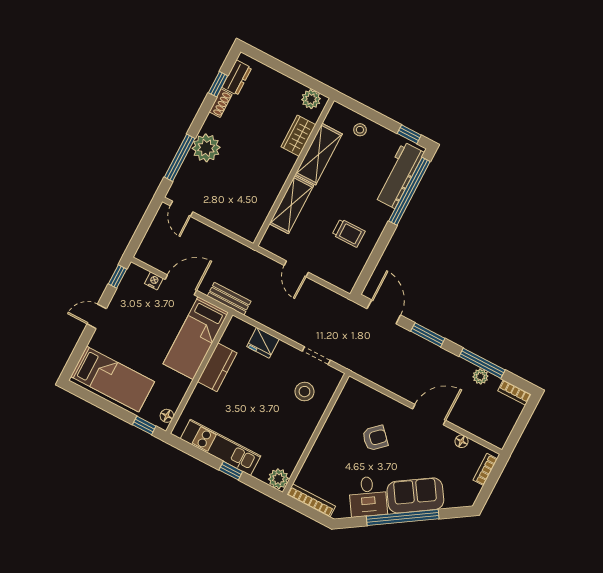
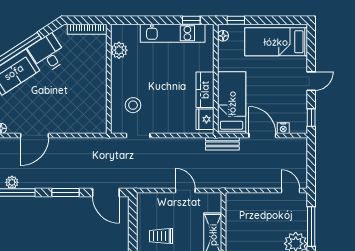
door: (181, 285) -> (262, 135), swing flipped
fridge: (263, 343) -> (205, 119), moved, turned -90
armchair: (375, 438) -> (65, 98), removed
window: (231, 471) -> (191, 20), moved
plant: (278, 479) -> (119, 50), moved

